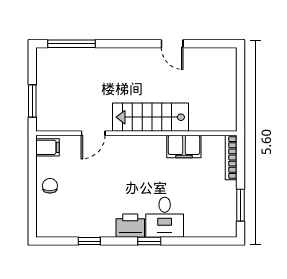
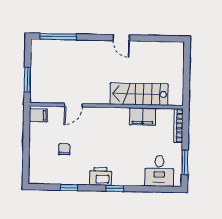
door: (172, 44) -> (121, 38), moved
stairs: (151, 117) -> (139, 94), moved
chair: (50, 186) -> (64, 149), moved
desk: (165, 217) -> (159, 171), moved

